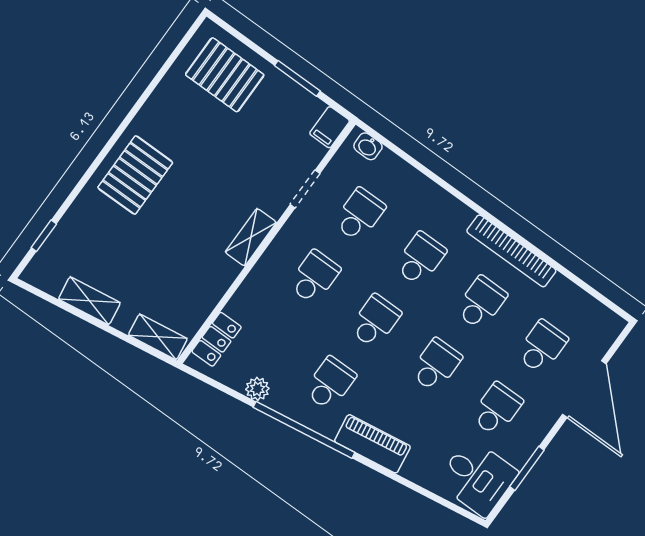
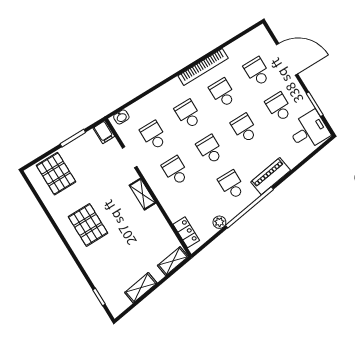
pallet: (225, 75) -> (56, 174), turned 90
pallet: (135, 175) -> (88, 225), moved

